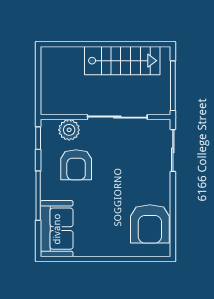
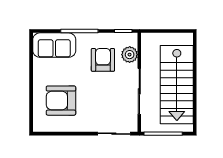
stairs: (122, 61) -> (177, 85), width x1.36, depth x1.51
armchair: (76, 165) -> (103, 60), turned 90
armchair: (150, 224) -> (61, 101), moved

